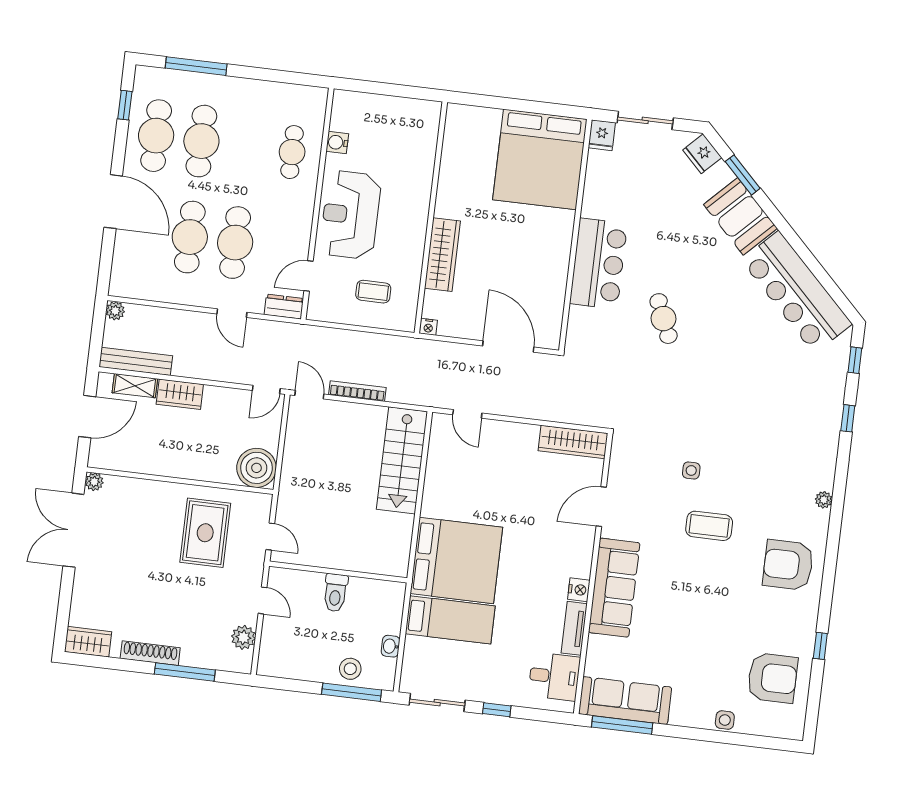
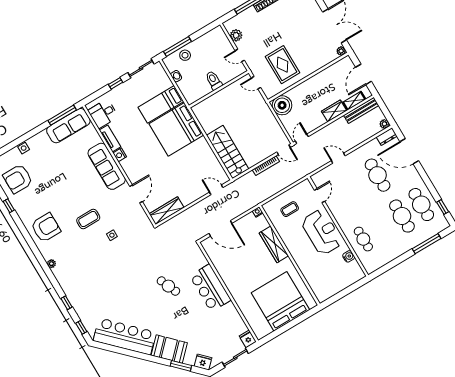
bed: (540, 159) -> (280, 301), moved
door: (113, 202) -> (409, 151), moved
cafe table: (235, 243) -> (358, 187), removed
dresser: (284, 307) -> (387, 137), moved

